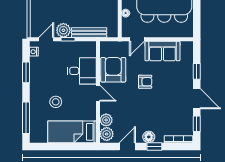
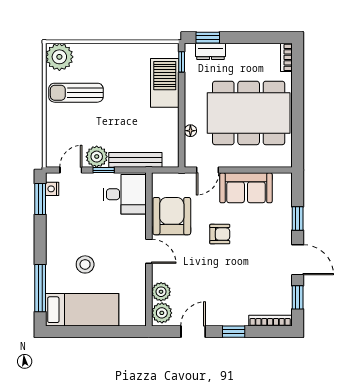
desk: (82, 71) -> (125, 194), moved
window: (26, 72) -> (40, 199), moved
bed: (72, 132) -> (82, 310), moved, turned 180
floor lamp: (149, 137) -> (225, 317), removed

